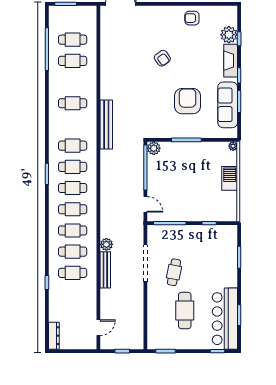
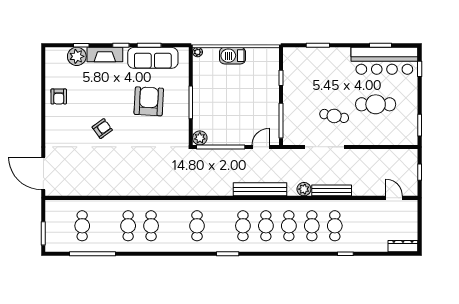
cafe table: (73, 61) -> (128, 226), moved
armchair: (188, 101) -> (149, 101), turned 93
bench: (106, 125) -> (260, 189), moved
cafe table: (73, 167) -> (220, 226), removed

